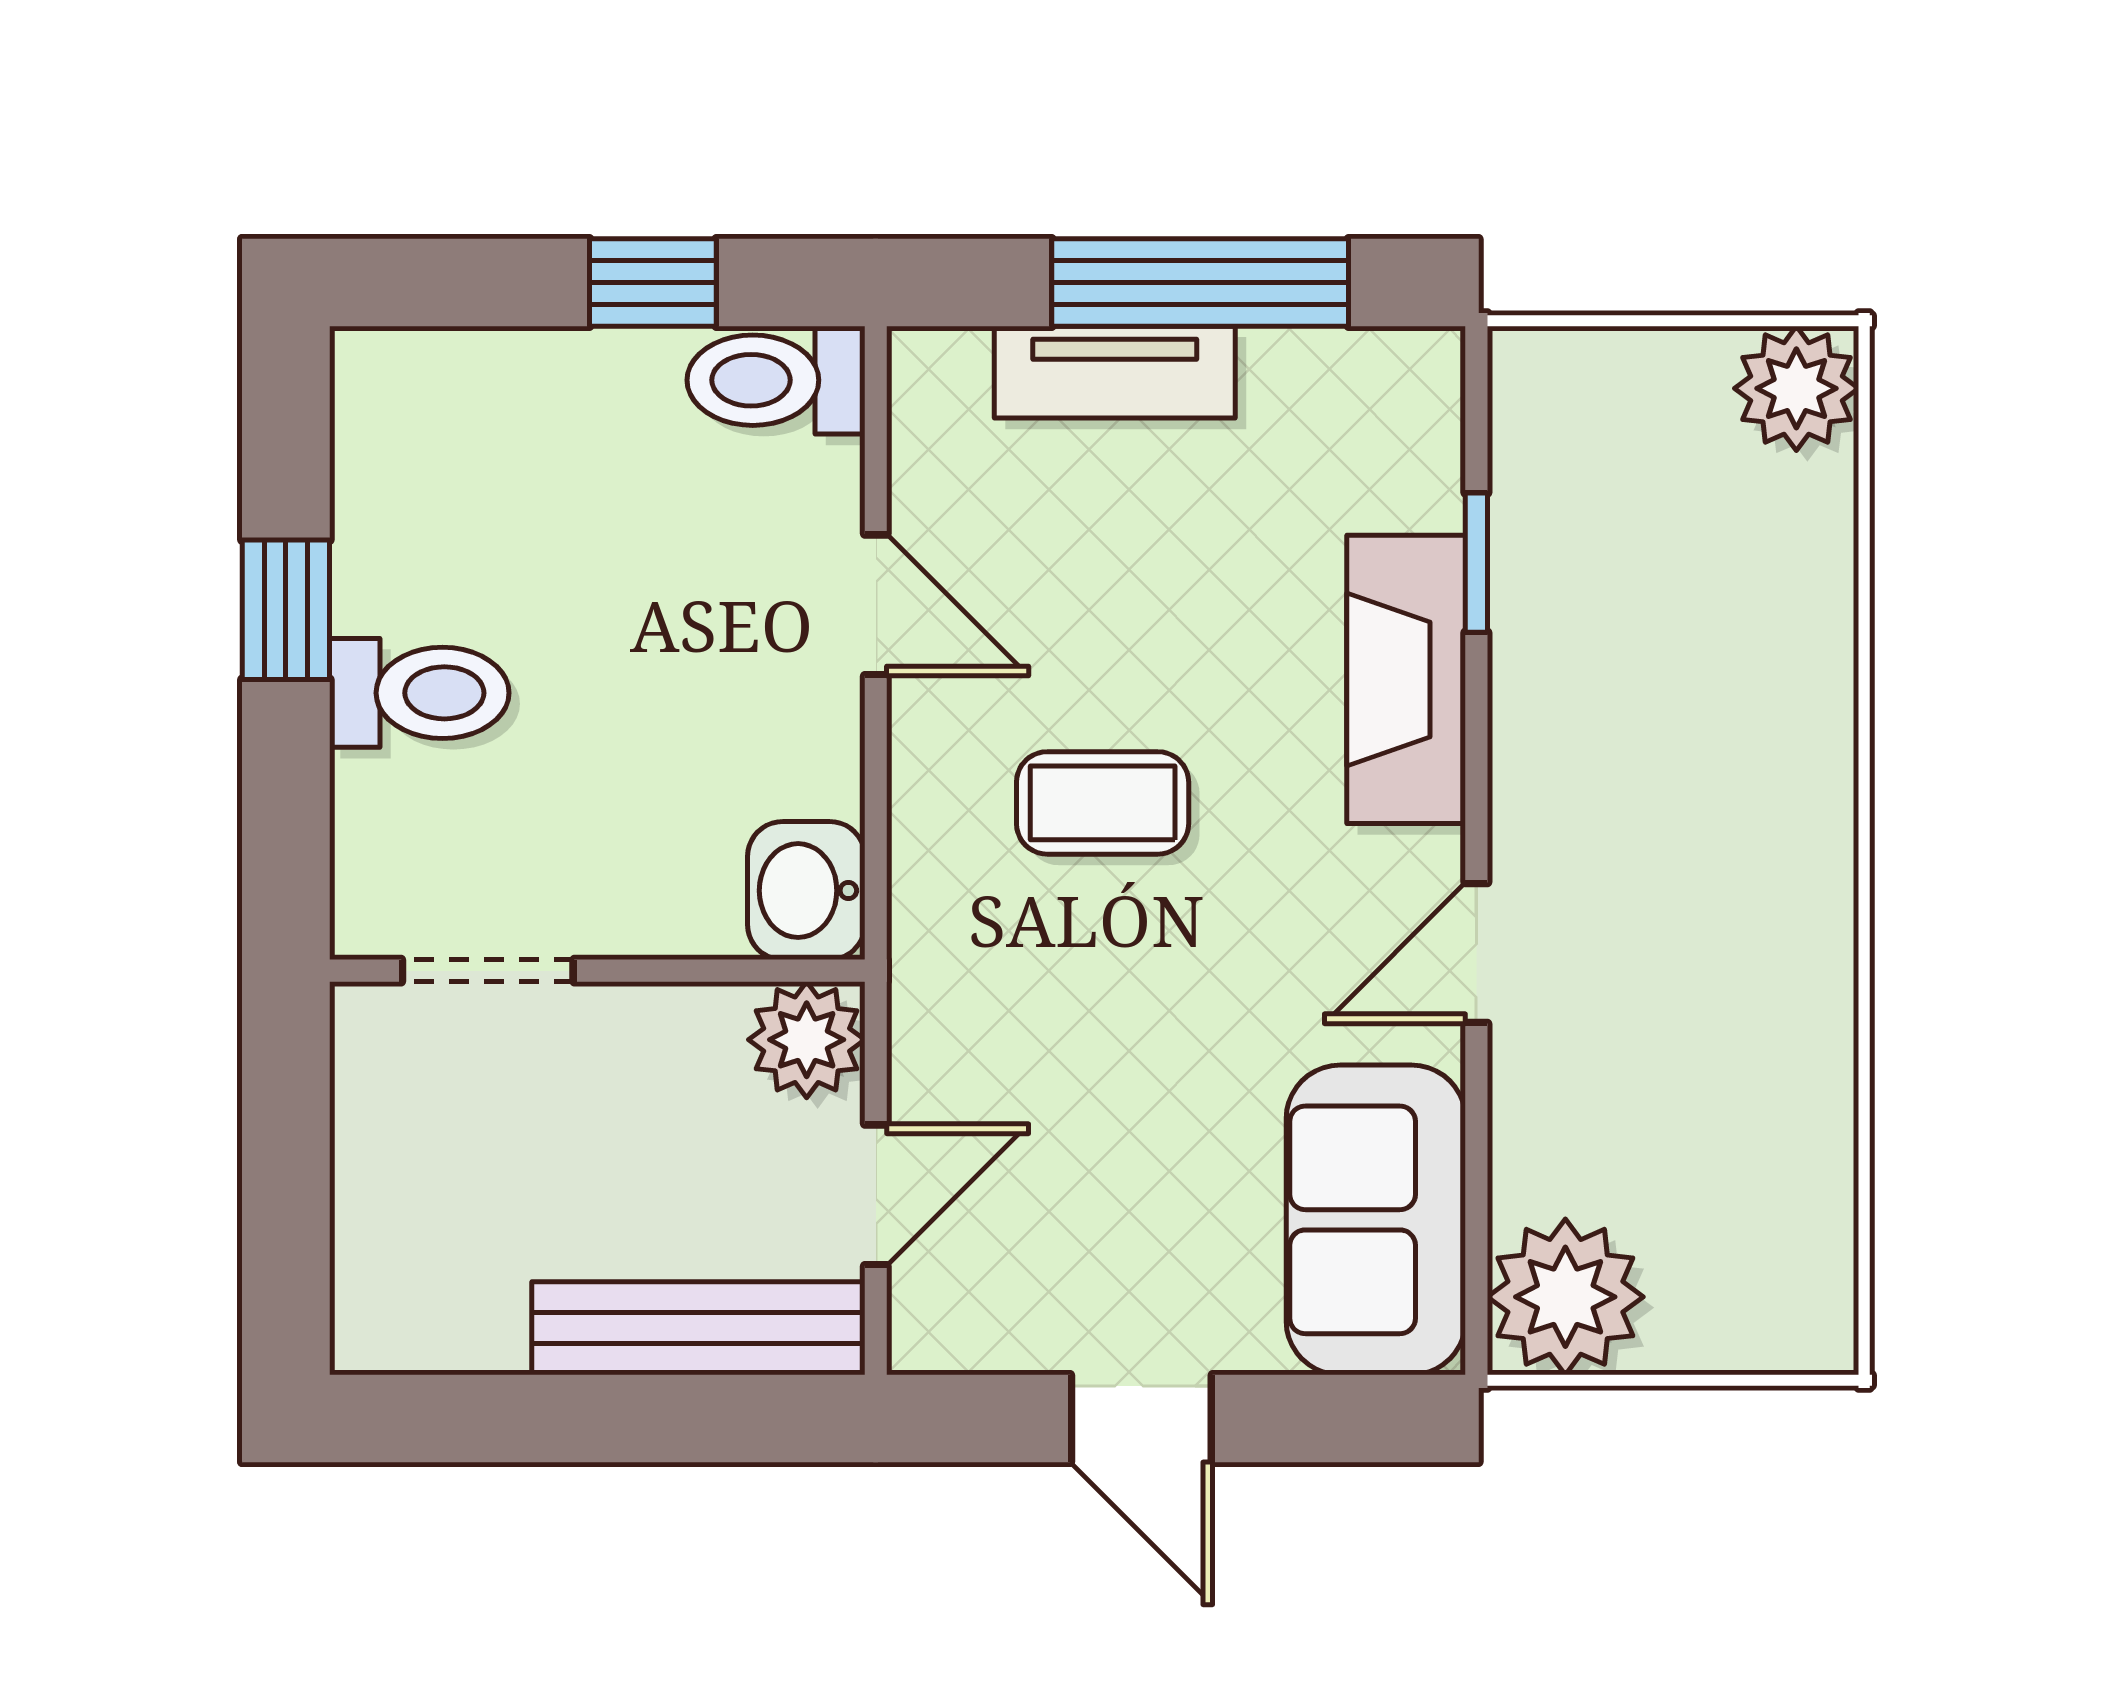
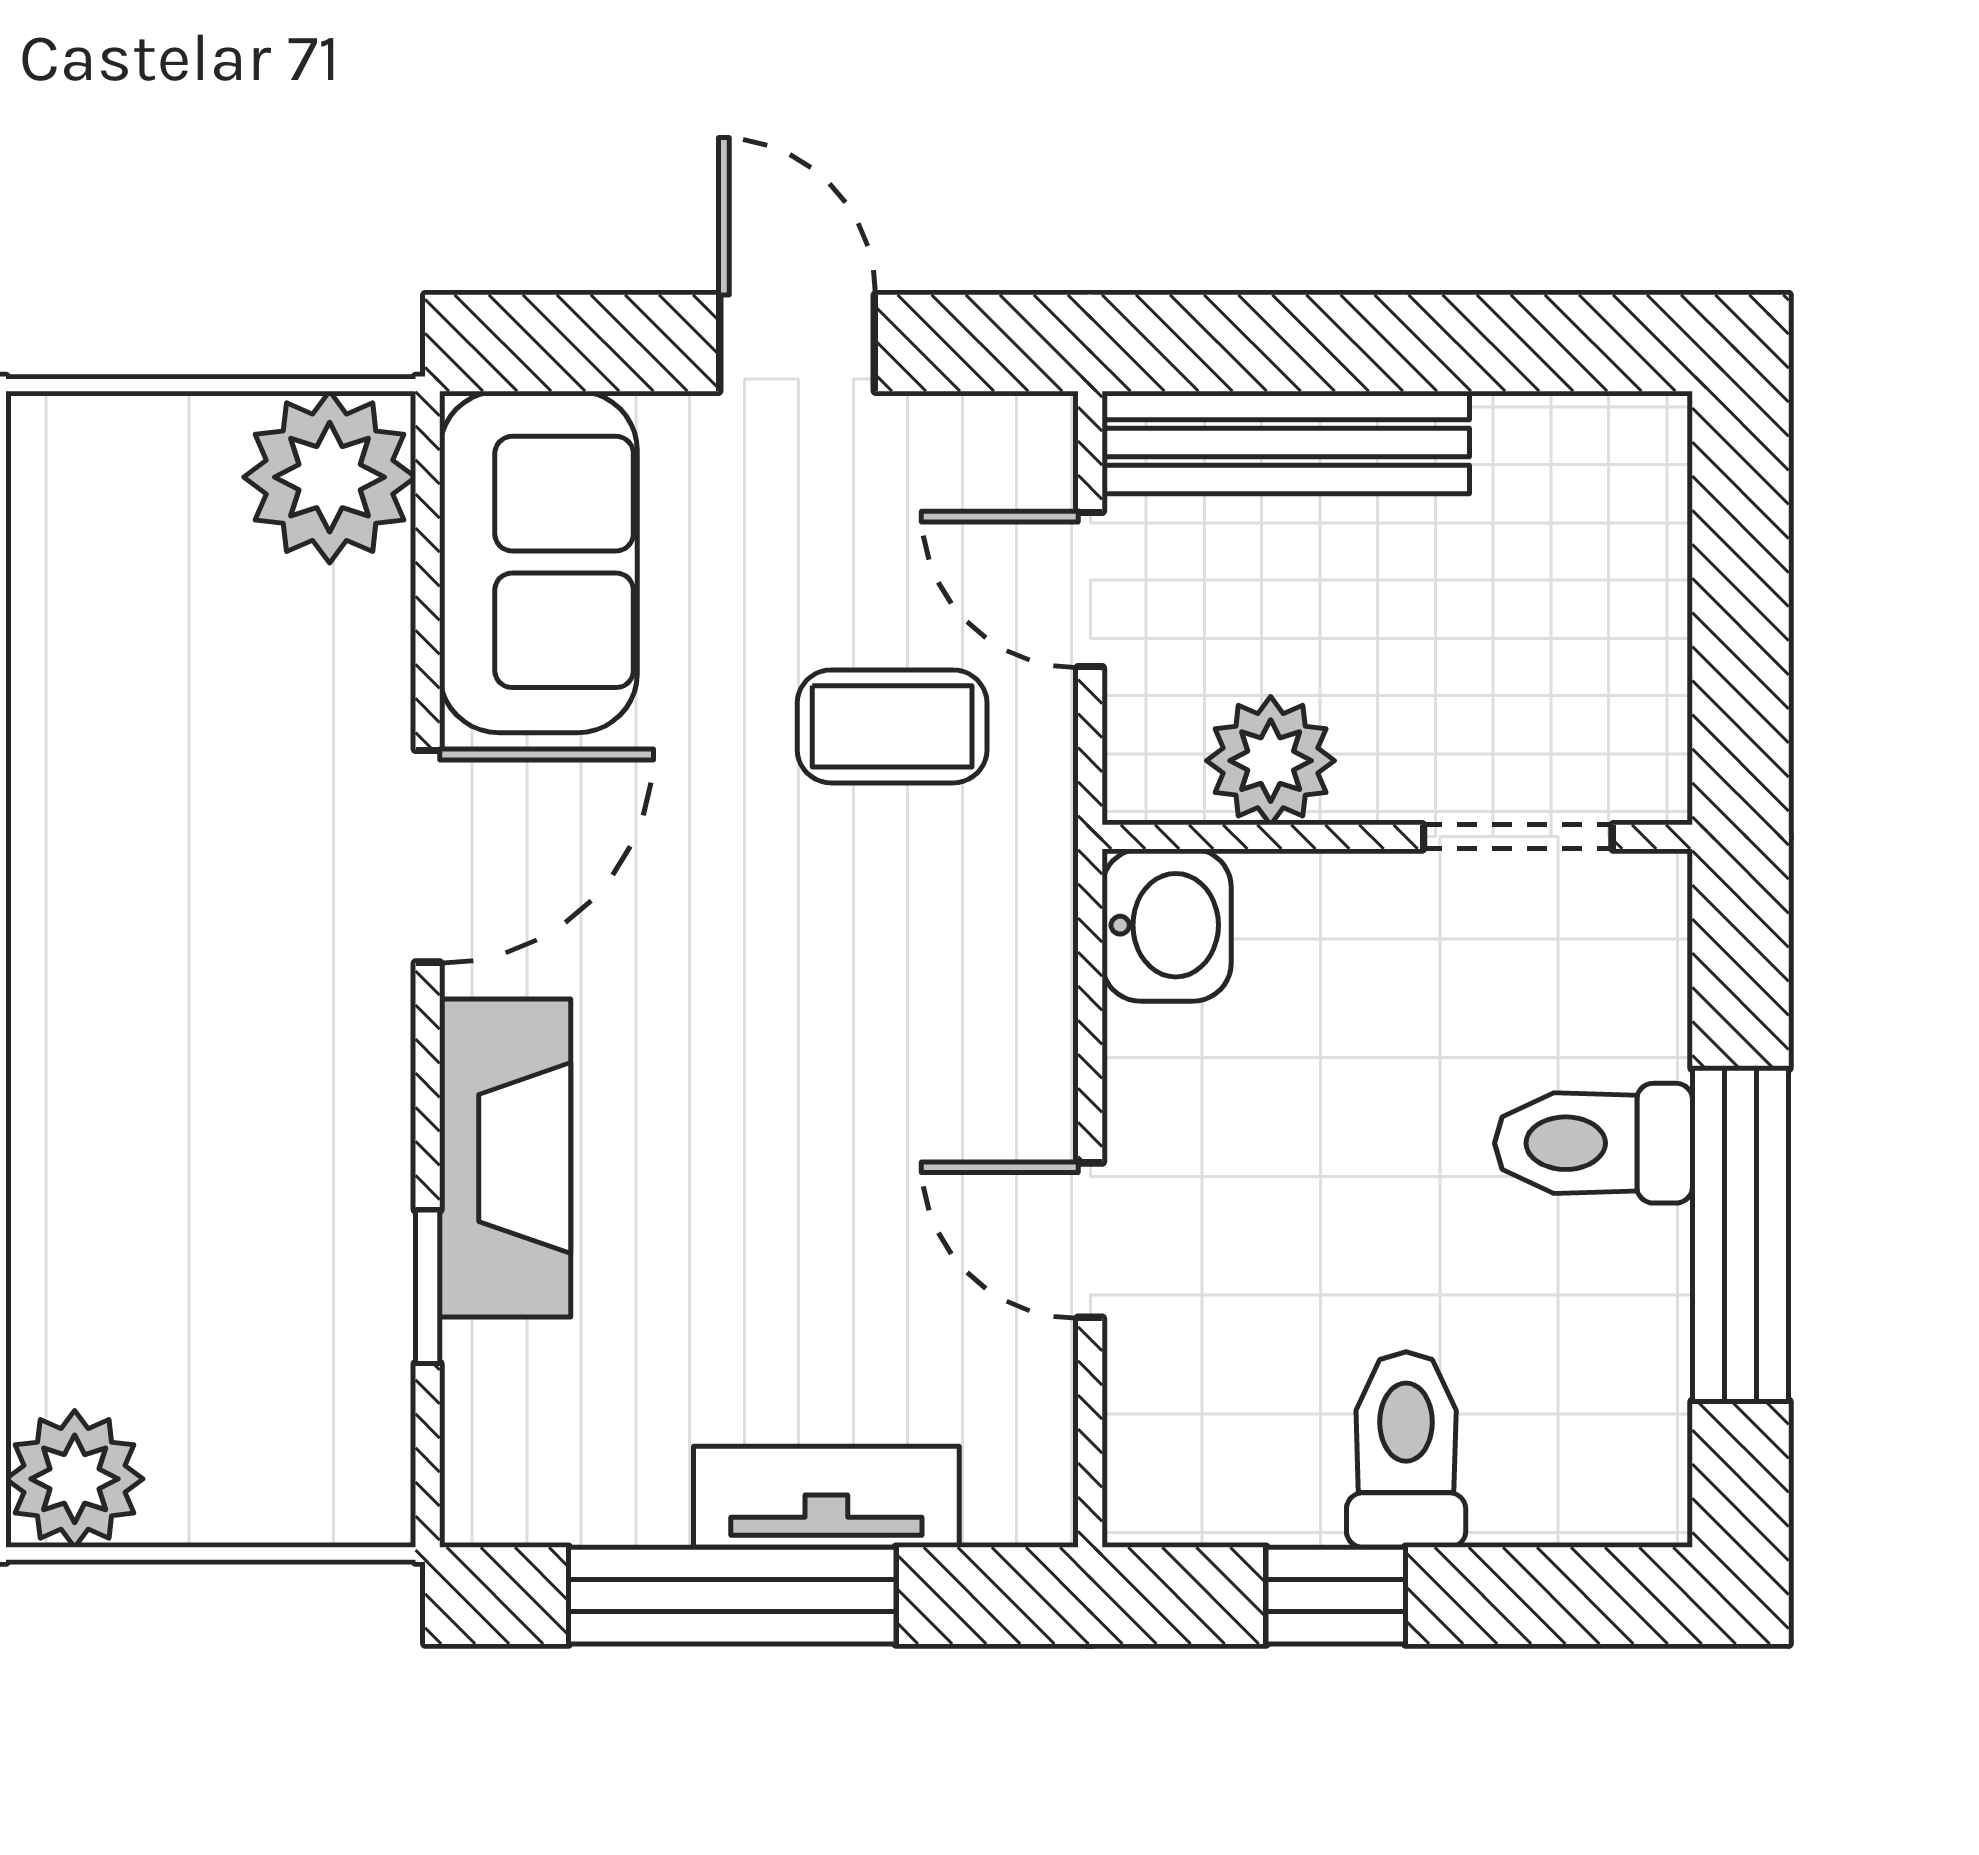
toilet: (776, 380) -> (1406, 1450), moved, turned -90
window: (286, 610) -> (1740, 1235), width x2.17
coffee table: (1103, 803) -> (892, 726), moved
door: (1476, 953) -> (428, 856), width x1.37
plant: (807, 1040) -> (1271, 761), moved
door: (876, 1195) -> (1090, 590), hinge flipped

